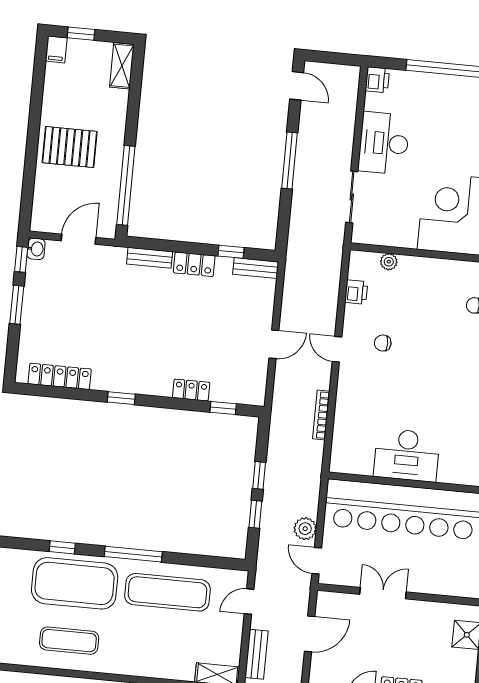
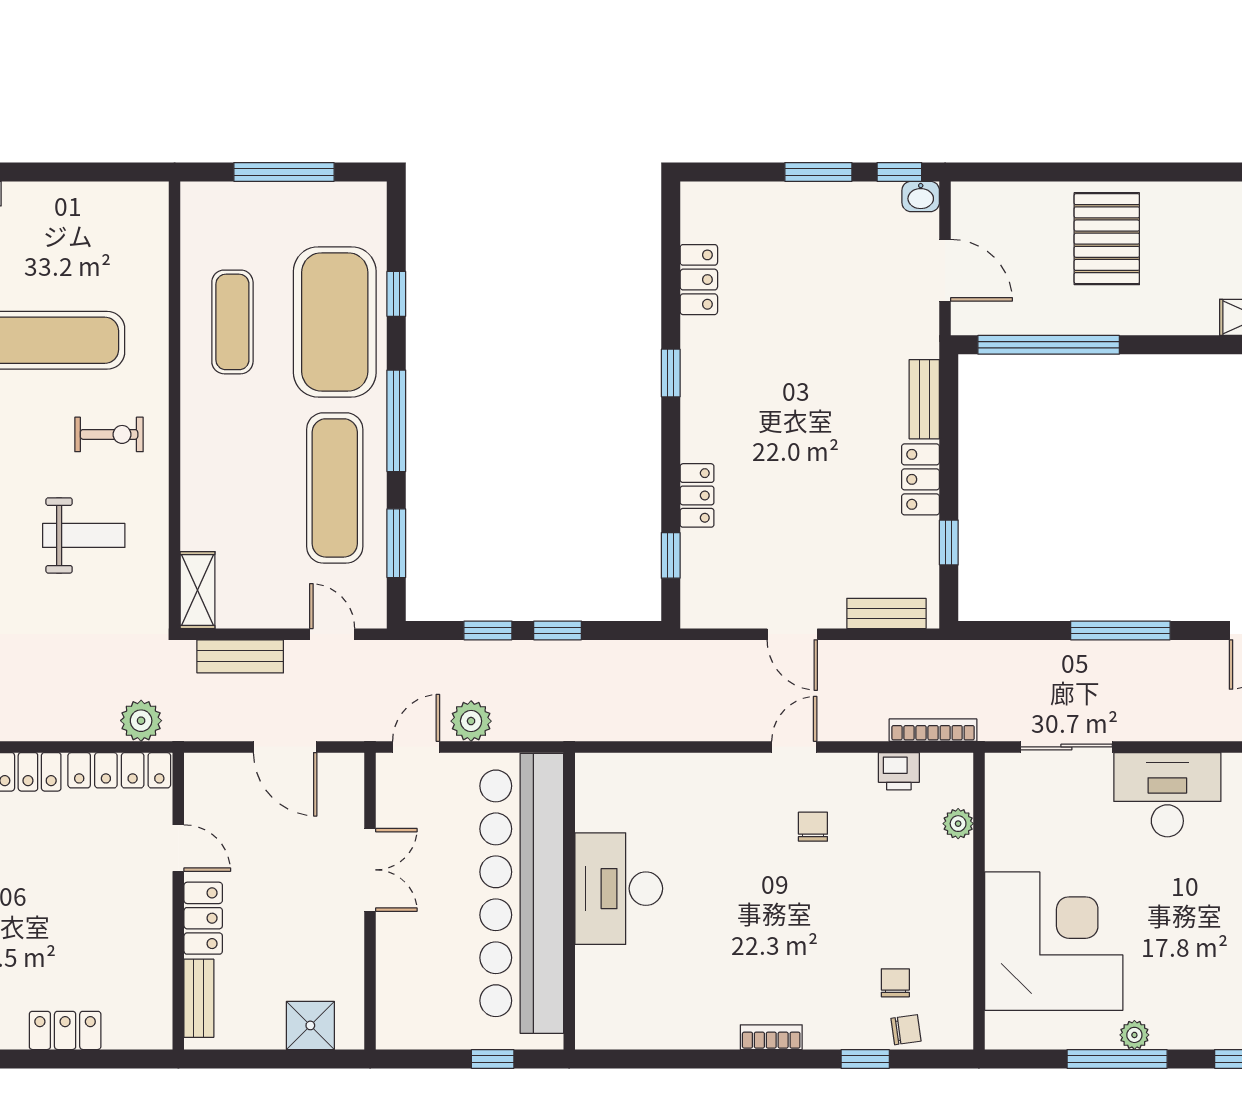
bench: (256, 268) -> (886, 613), moved, turned 90
locker: (60, 376) -> (699, 280), width x0.66
bookcase: (321, 415) -> (933, 730), moved
window: (202, 561) -> (396, 543), added

